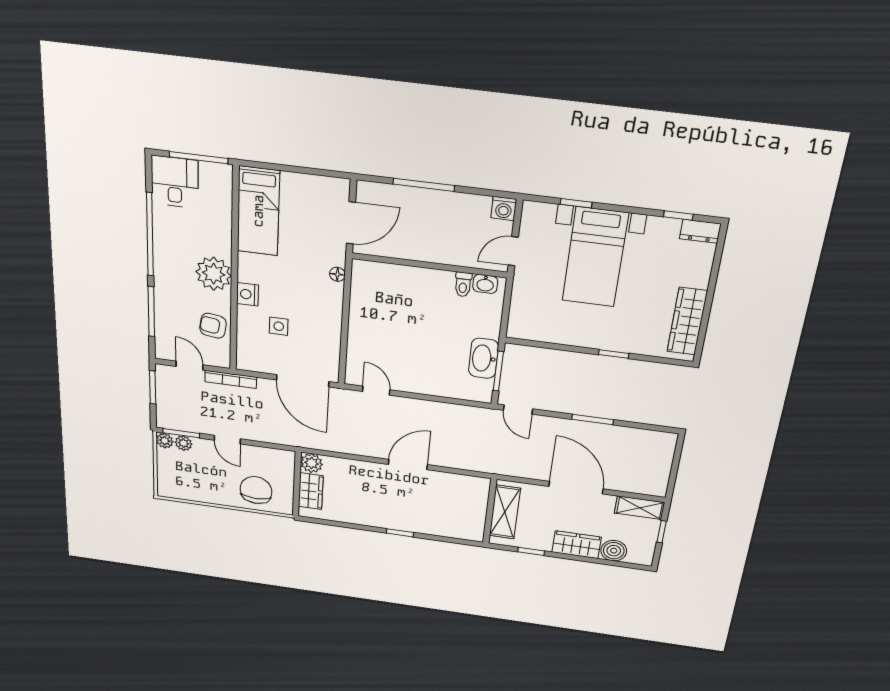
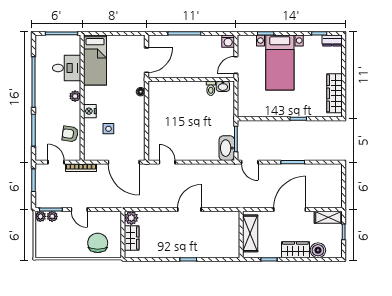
desk: (175, 182) -> (67, 68), moved, turned 90
plant: (214, 274) -> (75, 96), width x0.53, depth x0.53
washbasin: (484, 358) -> (227, 148), moved
door: (576, 488) -> (290, 209), hinge flipped

